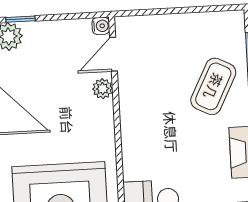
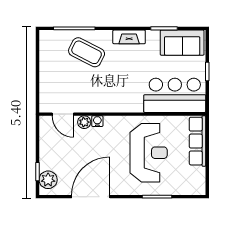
water cooler: (101, 26) -> (97, 121), moved

